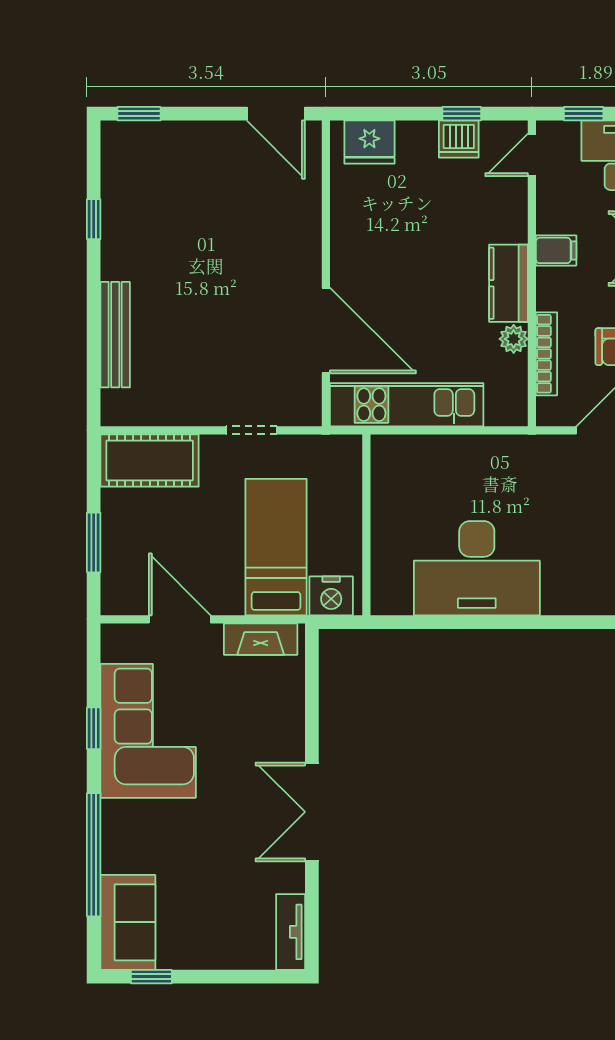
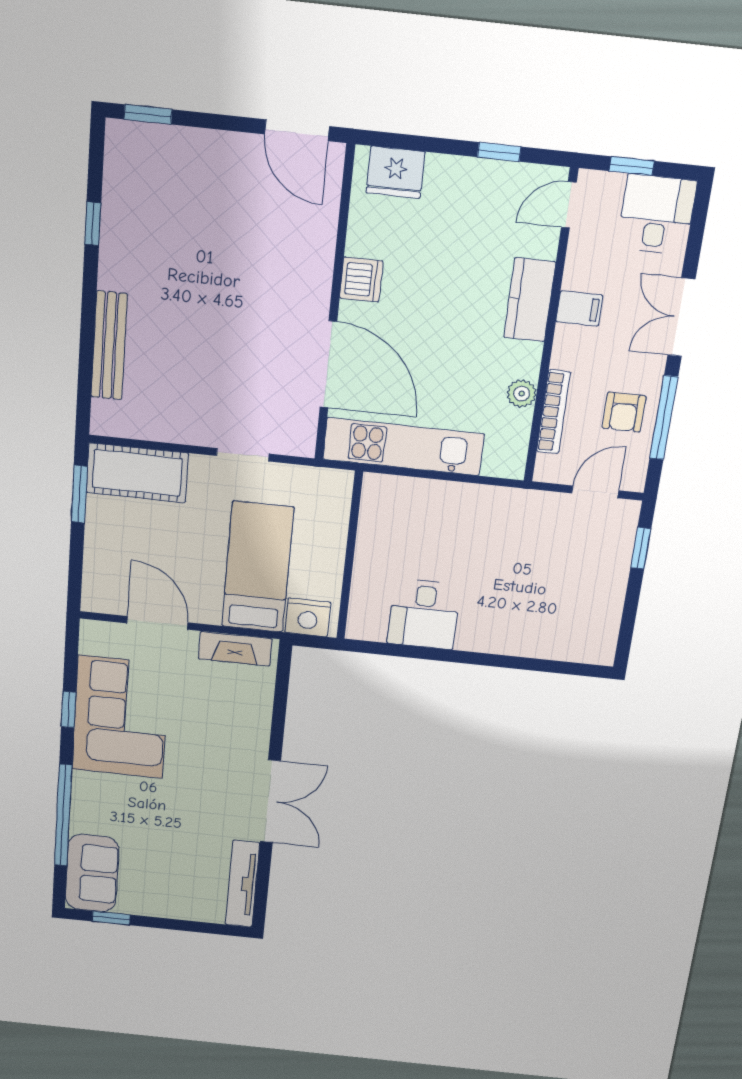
dishwasher: (459, 139) -> (361, 280), moved, turned -90
kitchen counter: (508, 283) -> (530, 300), moved
window: (94, 542) -> (79, 494), moved
desk: (477, 568) -> (424, 614), width x0.53, depth x0.77
double door: (312, 812) -> (270, 801), swing flipped
tv unit: (291, 932) -> (242, 884), width x1.41

